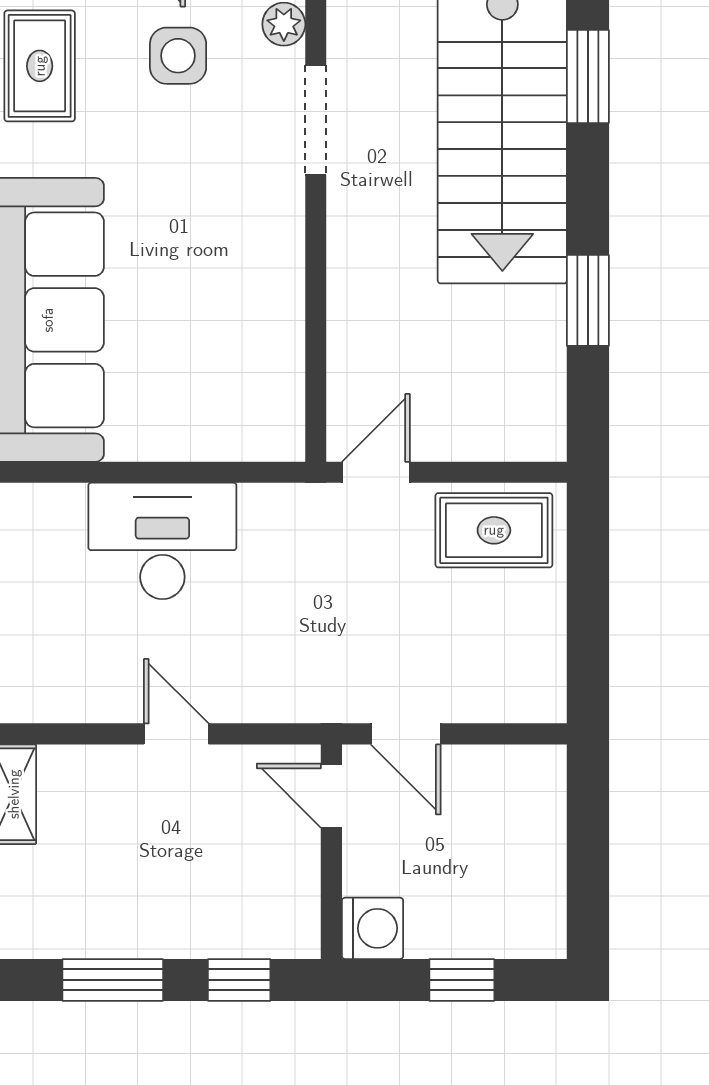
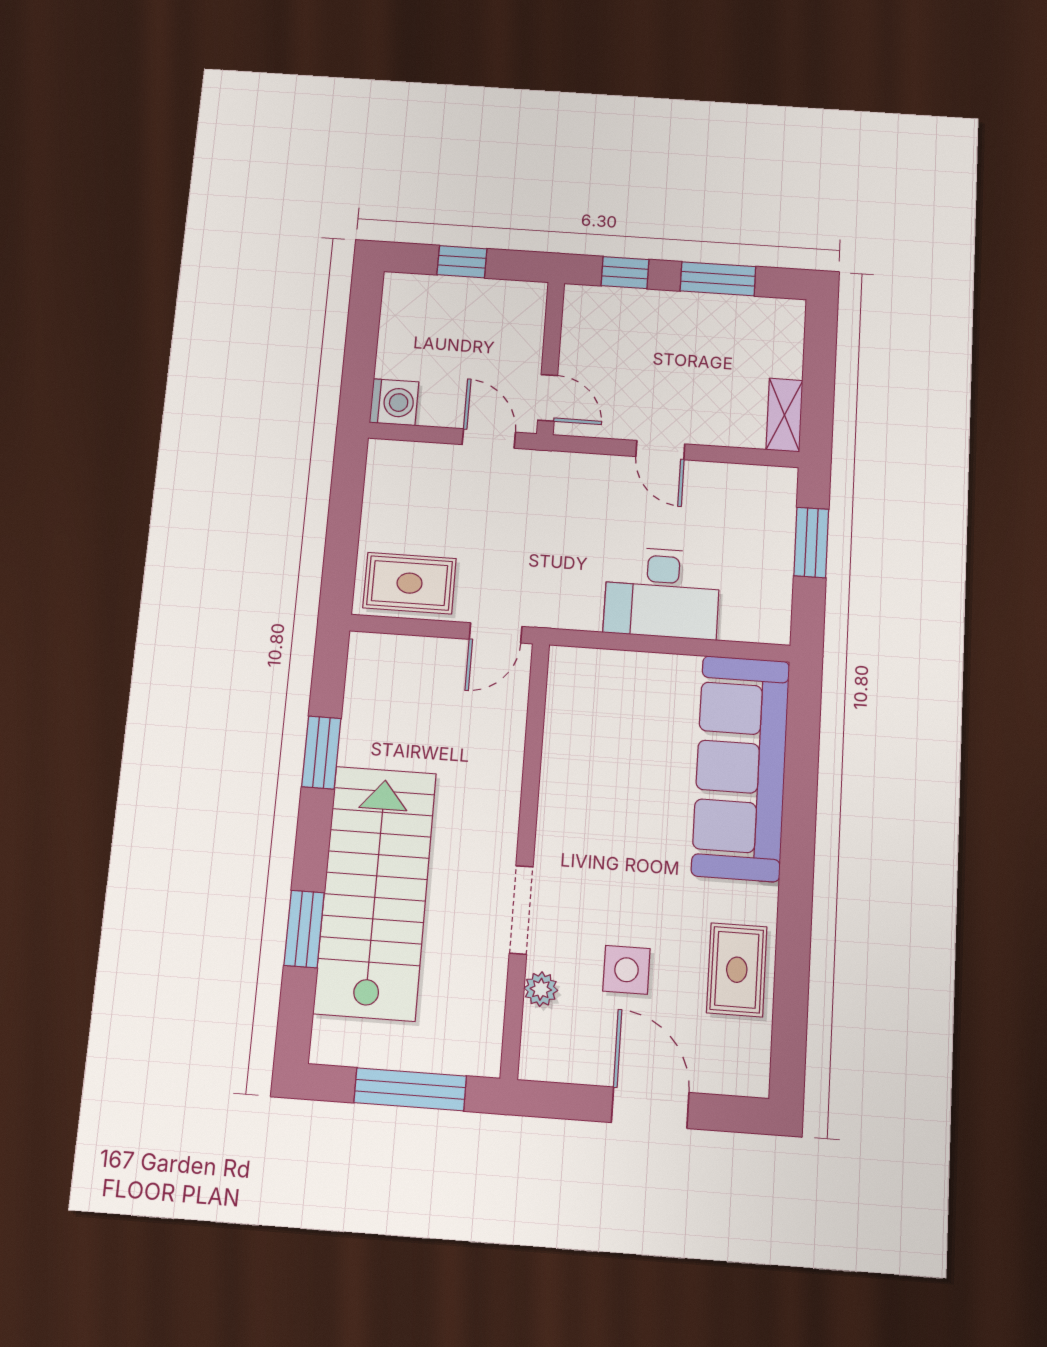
washing machine: (373, 928) -> (394, 402), moved, turned 180

